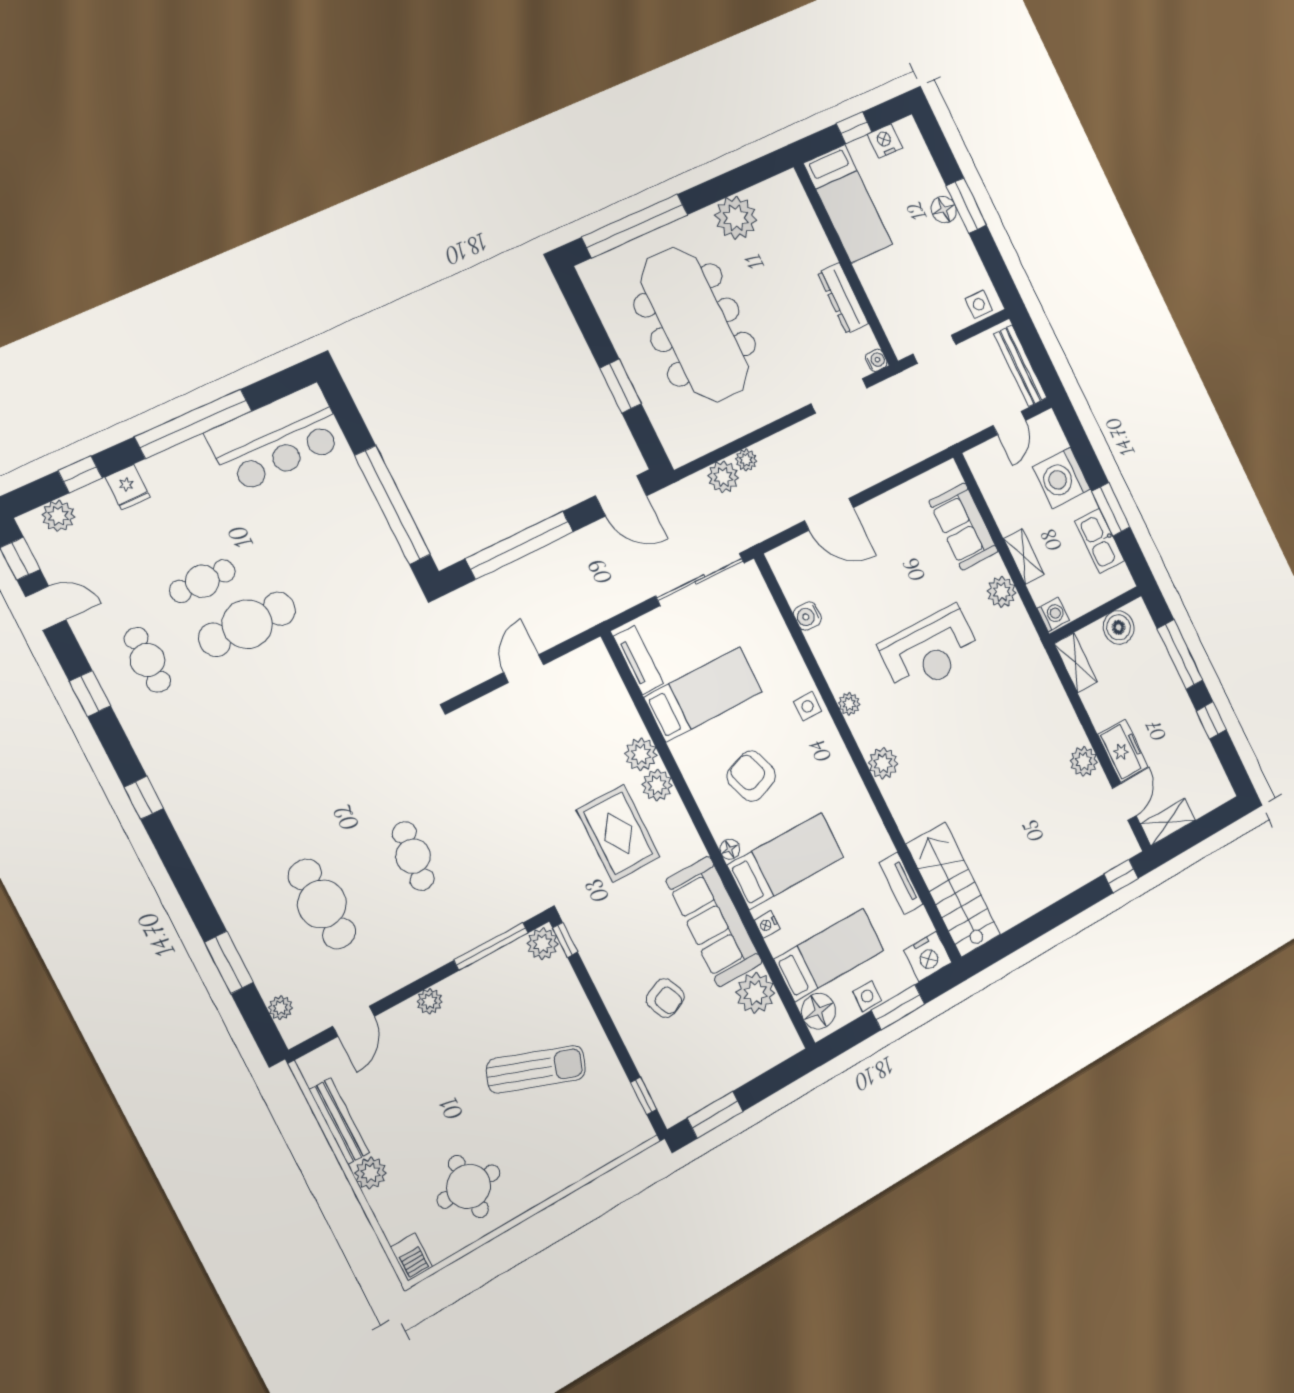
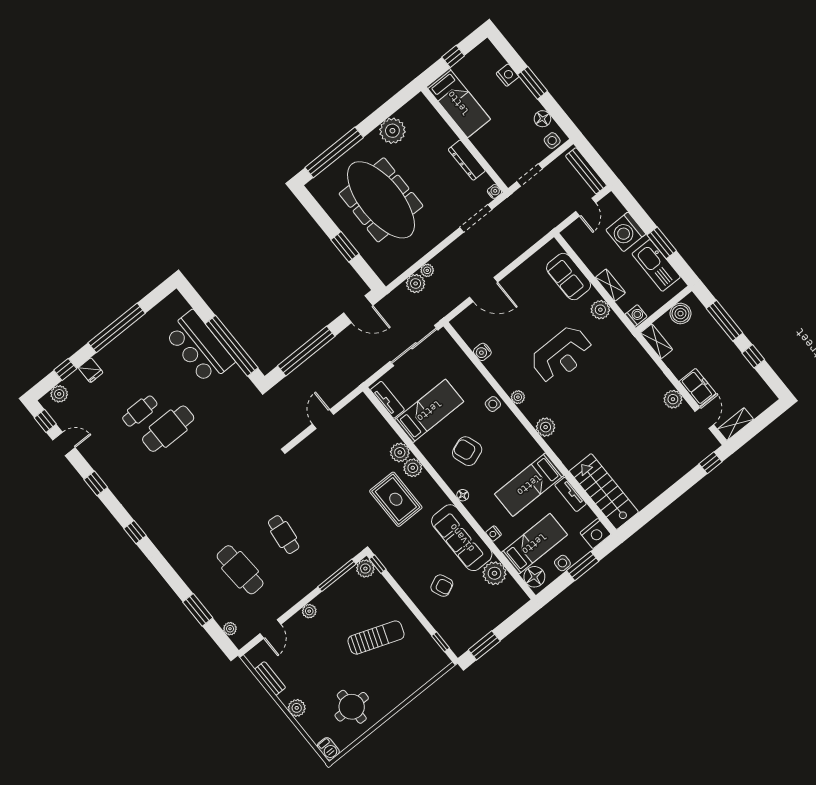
nightstand: (885, 141) -> (507, 75), moved, turned 90
floor lamp: (944, 210) -> (542, 119), moved
bar counter: (277, 438) -> (199, 347), moved, turned 90
kitchen sink: (1100, 541) -> (656, 265), width x1.36, depth x1.24
cafe table: (147, 660) -> (121, 459), removed
bed: (786, 861) -> (529, 485), moved, turned 180
bench: (339, 1121) -> (270, 678), width x0.73

